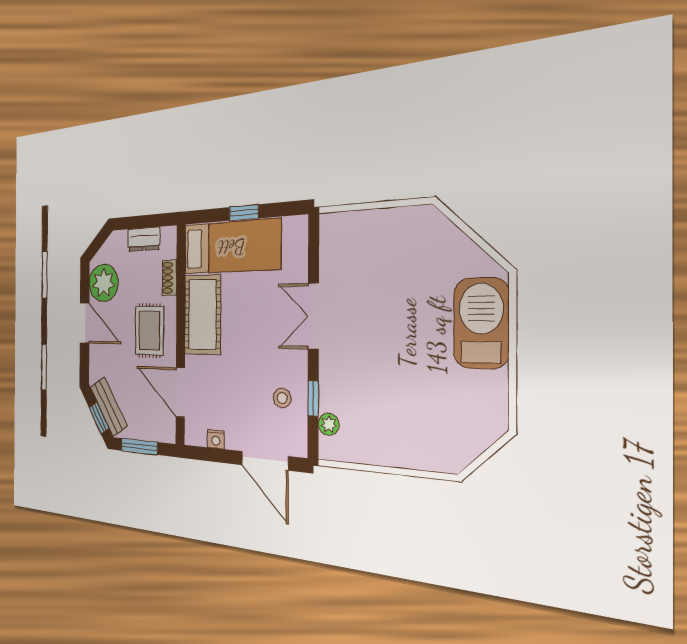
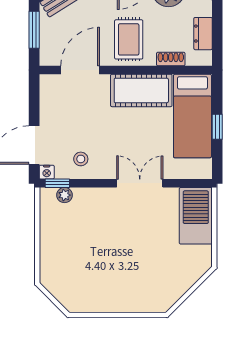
barbecue: (481, 323) -> (196, 216), moved, turned -90
rug: (149, 330) -> (129, 39), turned 90
window: (313, 398) -> (57, 183), moved
nightstand: (216, 439) -> (47, 172), moved, turned -90

